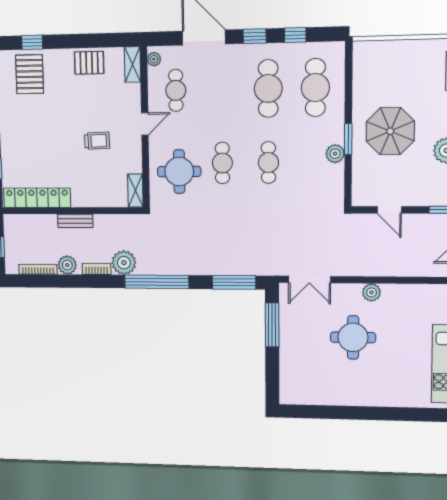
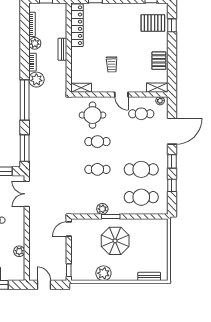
door: (389, 210) -> (69, 229), moved
plant: (371, 292) -> (19, 251), moved

